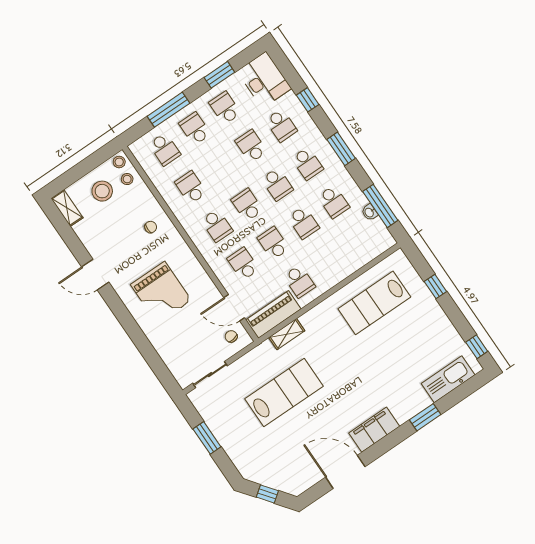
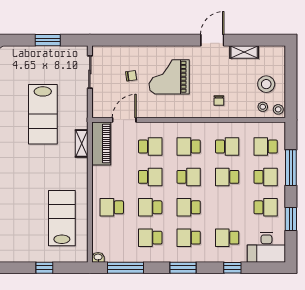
school desk: (251, 146) -> (227, 177), moved, turned 180
shelving: (67, 208) -> (244, 52), moved
washbasin: (369, 212) -> (98, 257), moved
school desk: (299, 281) -> (112, 207), moved
chair: (231, 336) -> (131, 76), moved

